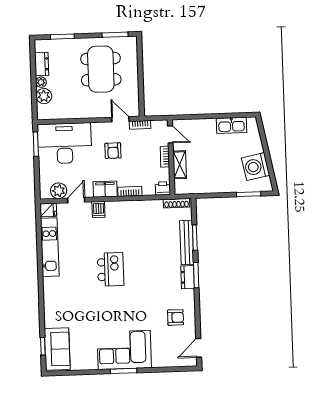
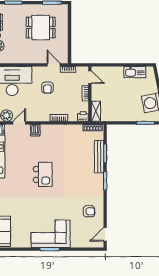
dining table: (101, 69) -> (41, 28), width x0.73
shelving: (180, 165) -> (96, 111), moved
filing cabinet: (105, 189) -> (41, 116), removed
dresser: (188, 277) -> (99, 182), removed

